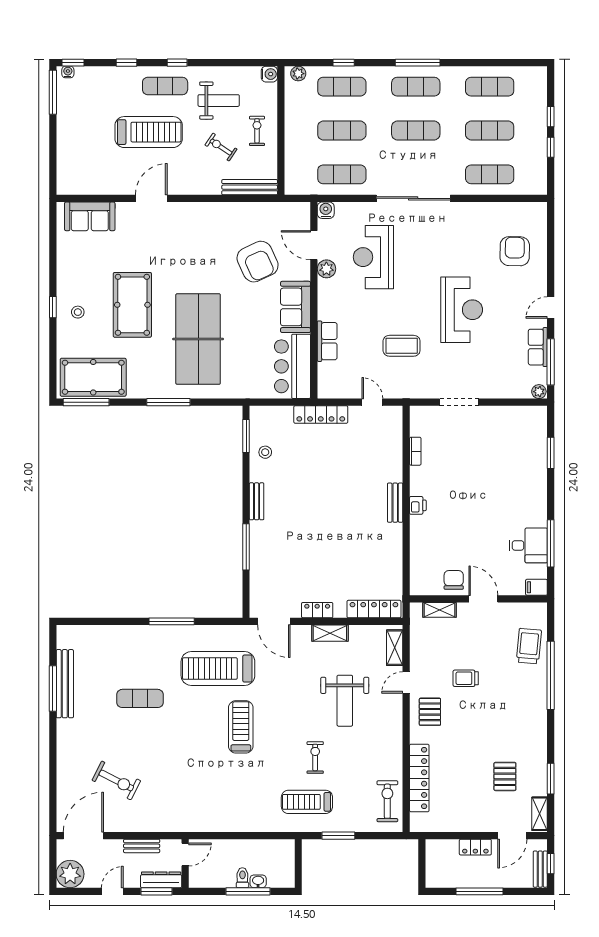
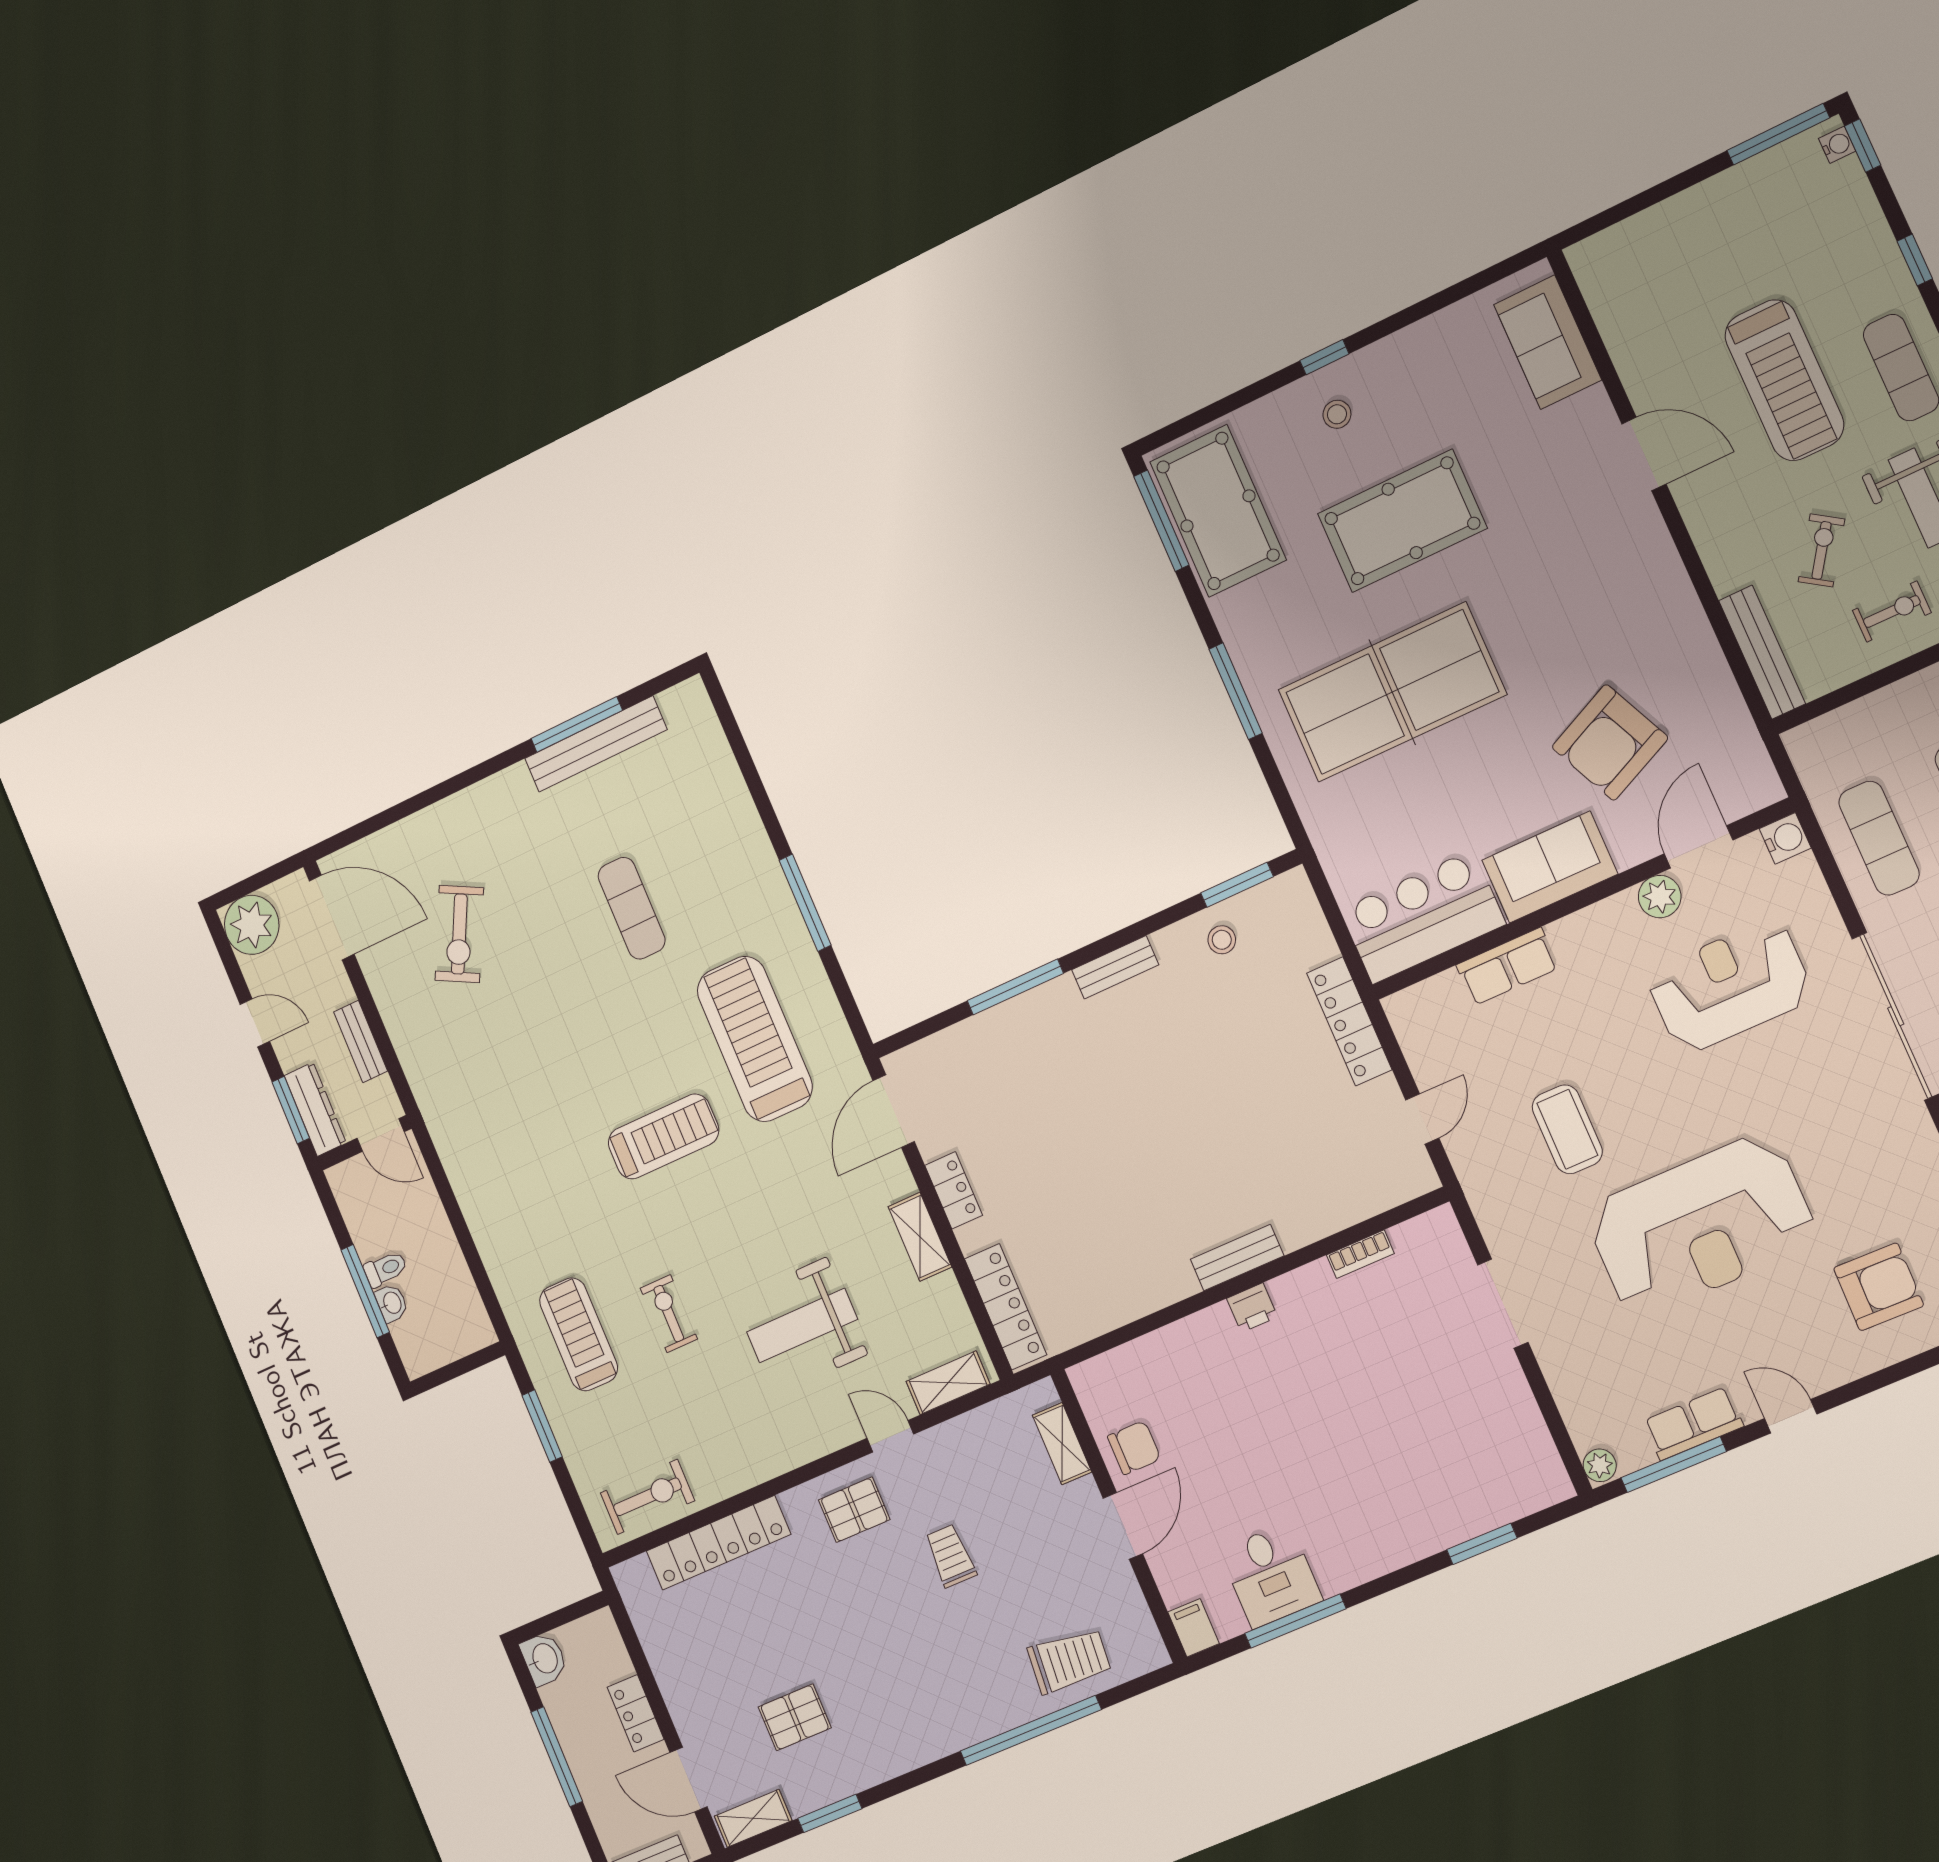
reception desk: (462, 310) -> (1701, 1225), width x1.36, depth x1.30
exercise bike: (315, 757) -> (669, 1314), turned -90
washbasin: (436, 879) -> (544, 1659), added

